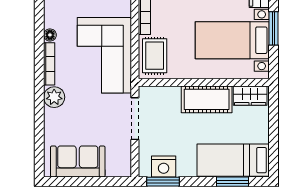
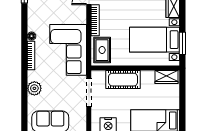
window: (274, 28) -> (182, 43), moved
plant: (54, 97) -> (34, 88), moved
cot: (207, 99) -> (123, 80), moved

